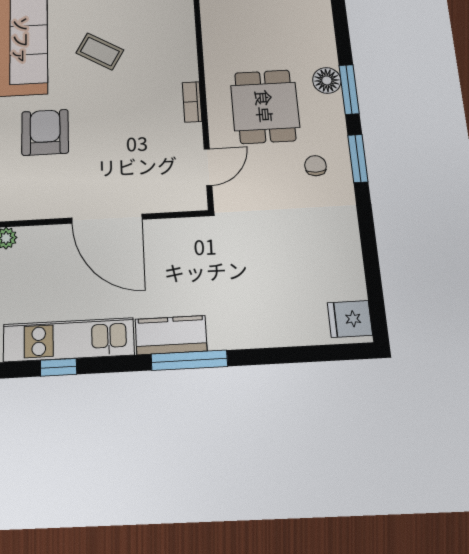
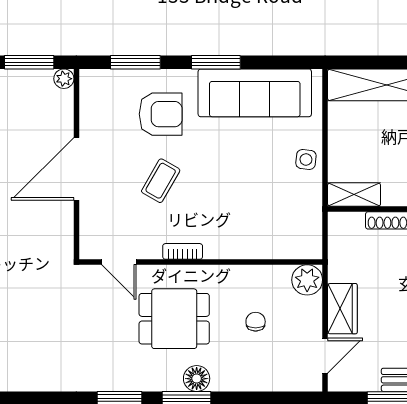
coffee table: (100, 51) -> (161, 181), moved
chair: (315, 166) -> (256, 322), moved, turned -90

